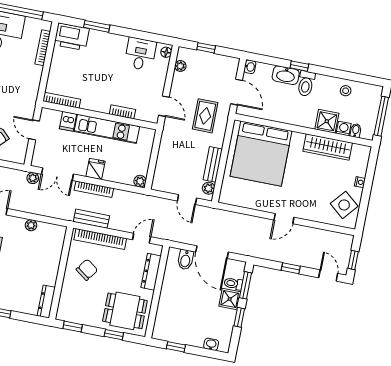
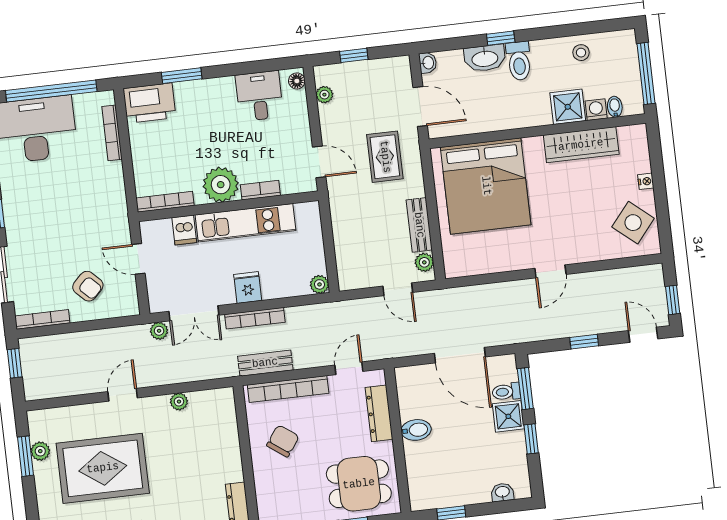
plant: (99, 101) -> (221, 185), added
bidet: (185, 260) -> (416, 430), moved, turned -90

